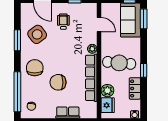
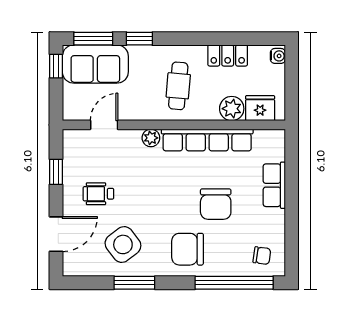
cafe table: (119, 63) -> (178, 86), width x0.73, depth x0.74
window: (144, 70) -> (139, 39), moved

